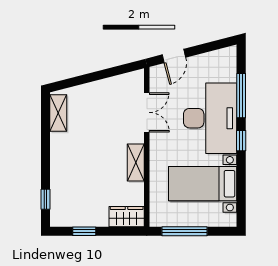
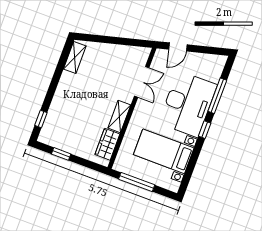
wardrobe: (127, 217) -> (107, 144), moved, turned -90

